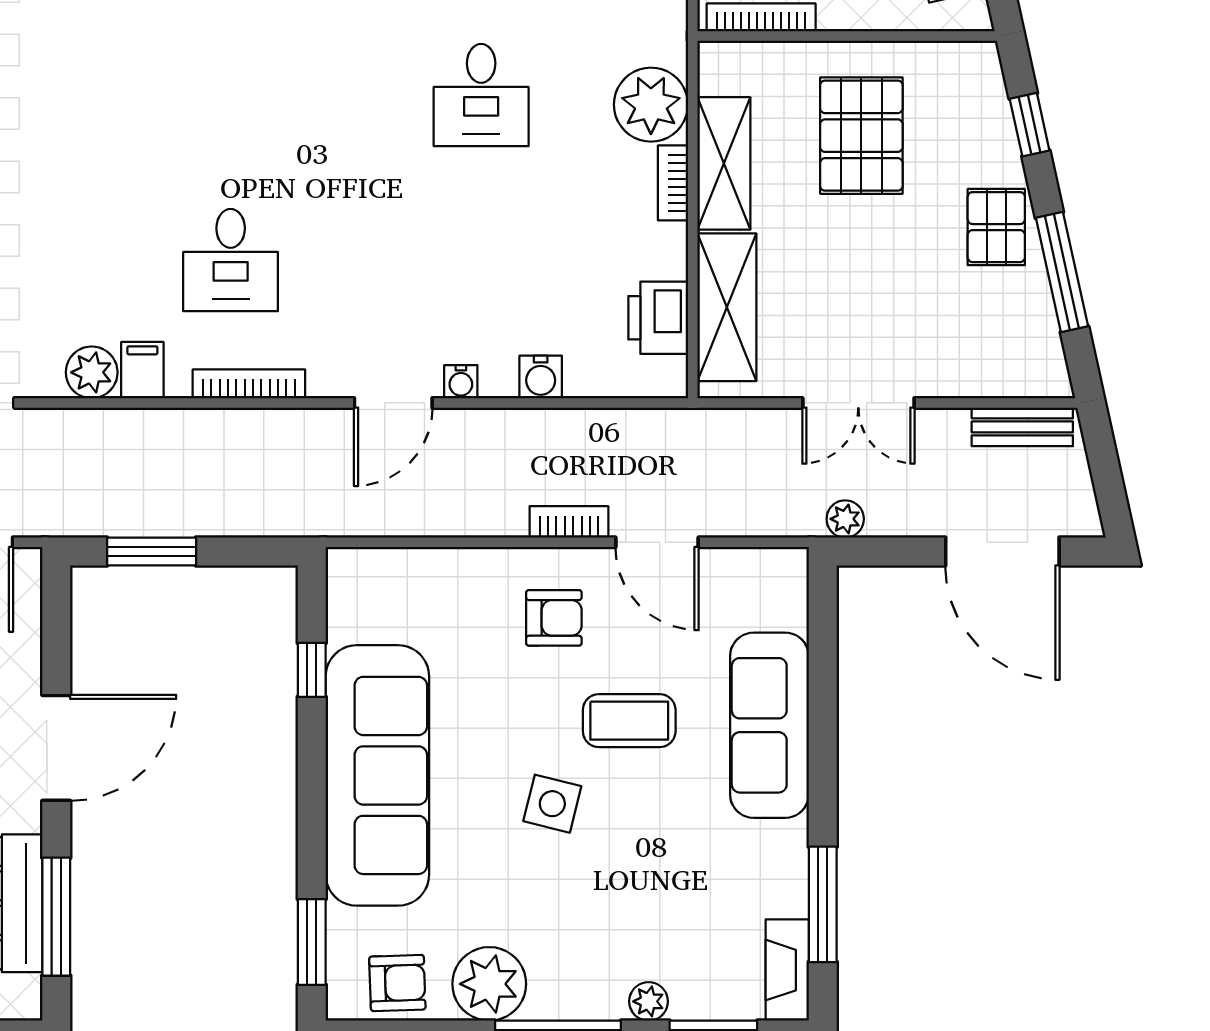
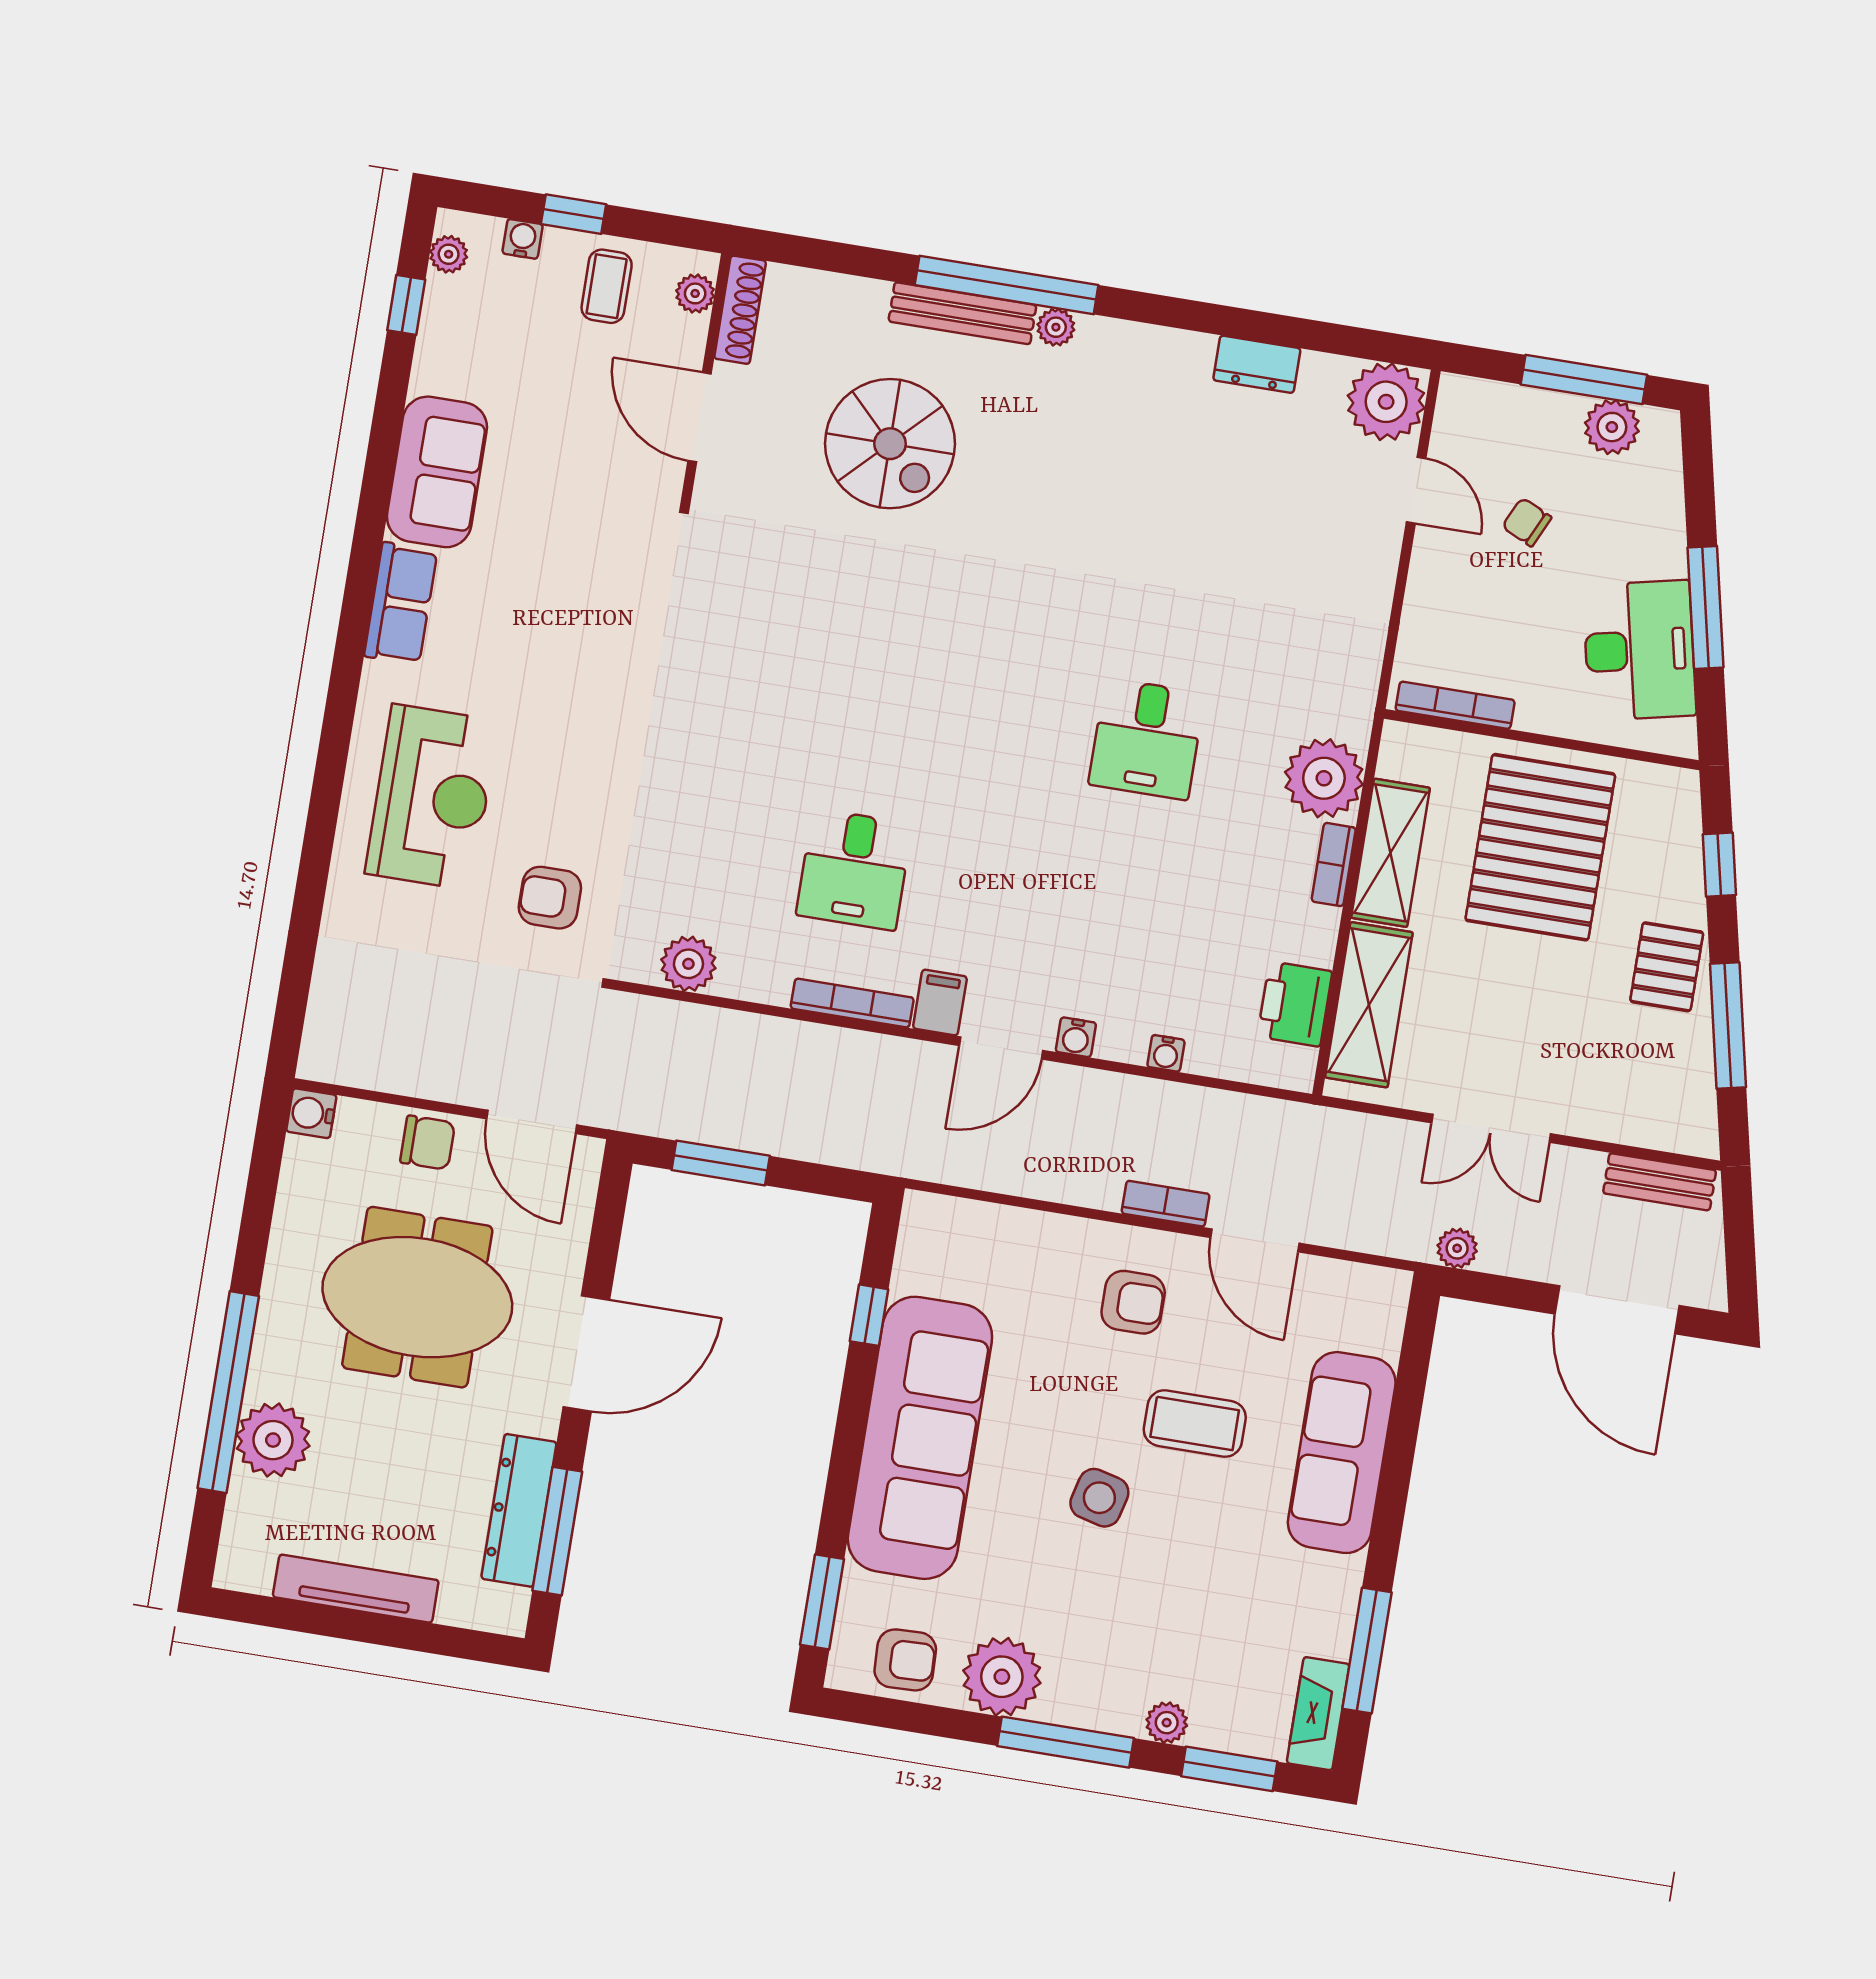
pallet: (861, 136) -> (1540, 847), width x1.37, depth x1.41
filing cabinet: (142, 370) -> (940, 1003), moved
water cooler: (541, 377) -> (1166, 1053), width x0.72, depth x0.72

